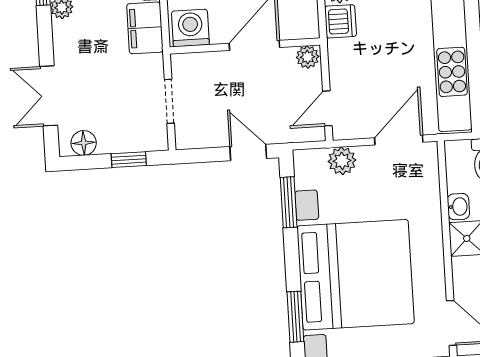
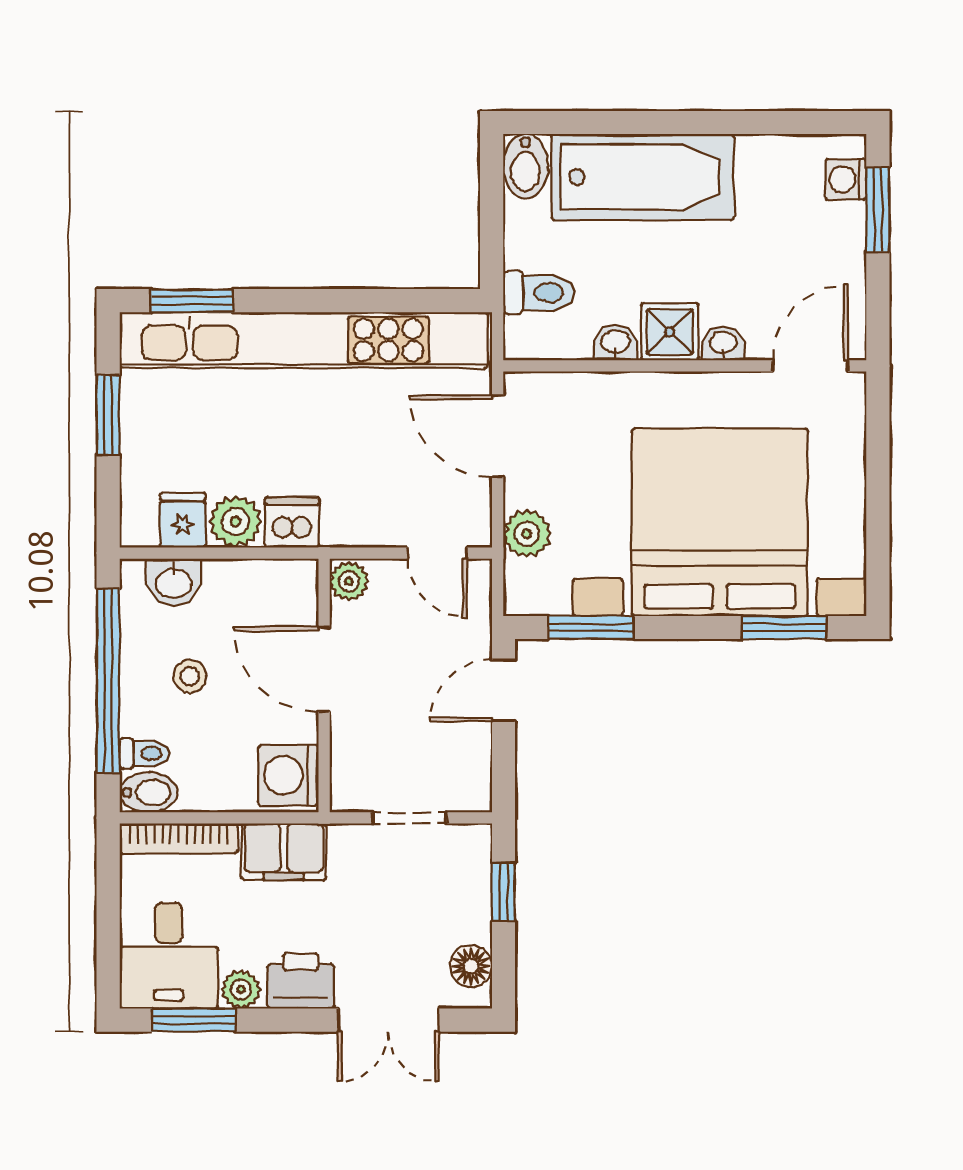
printer: (69, 42) -> (301, 981), added
washbasin: (462, 271) -> (723, 343), added

